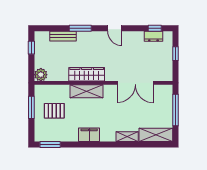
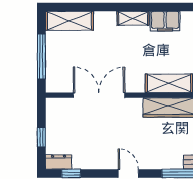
dresser: (153, 36) -> (59, 162), moved
shelving: (127, 137) -> (133, 18), moved

